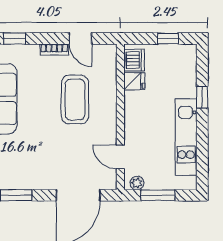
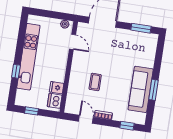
coffee table: (75, 100) -> (95, 82), width x0.54, depth x0.58
kitchen unit: (186, 137) -> (28, 57), width x1.36
window: (158, 195) -> (53, 15), removed

